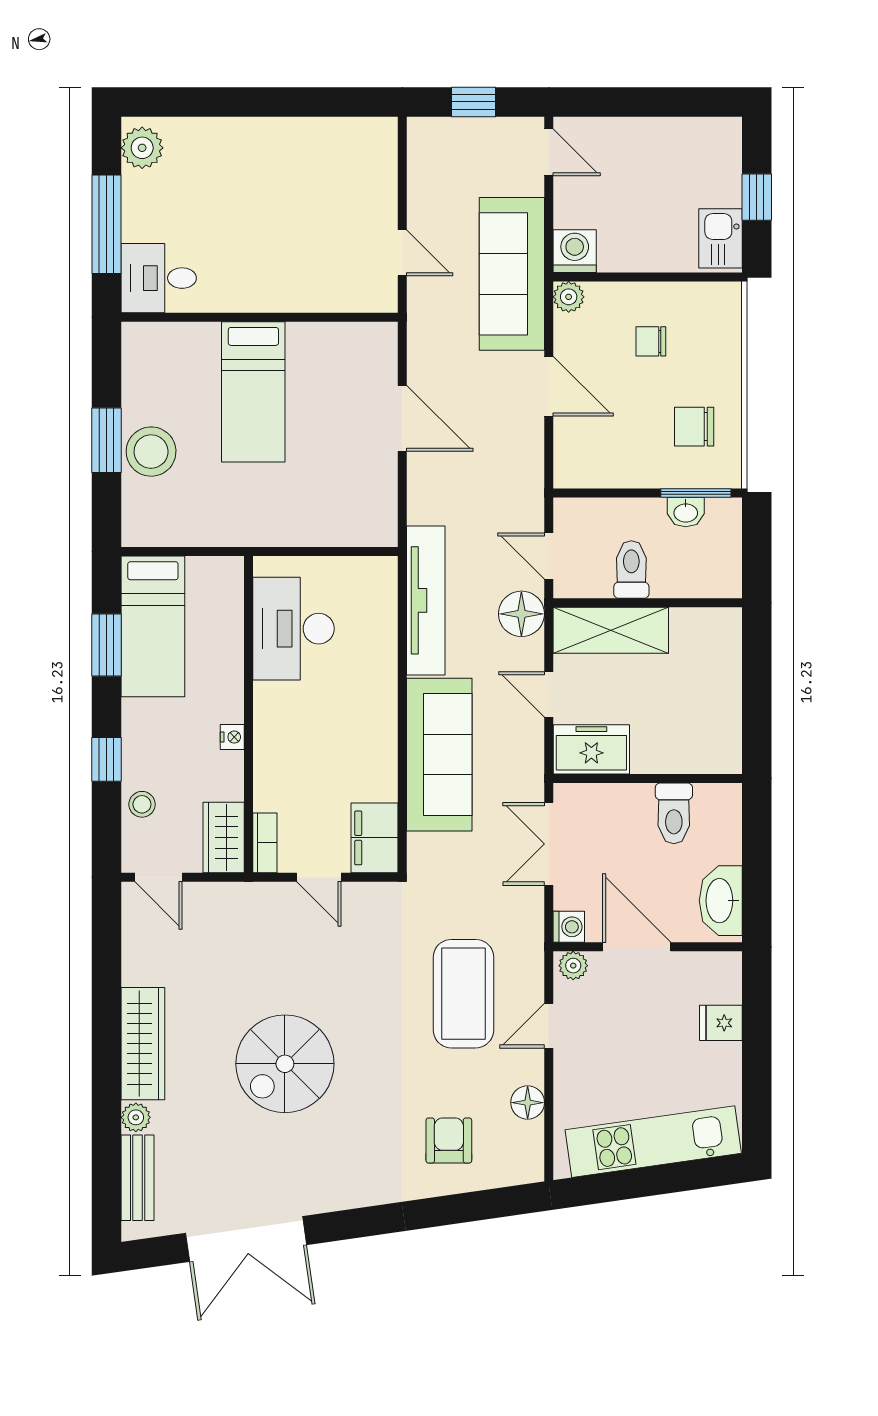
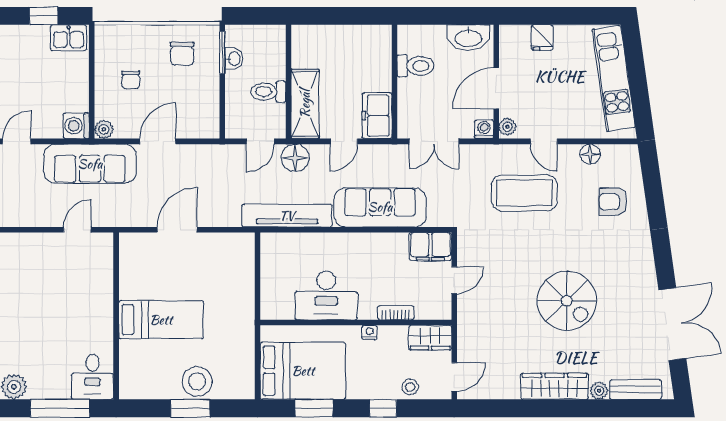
bed: (153, 626) -> (303, 371), width x1.50
desk: (294, 629) -> (326, 295), moved
bookcase: (265, 843) -> (396, 313), moved

